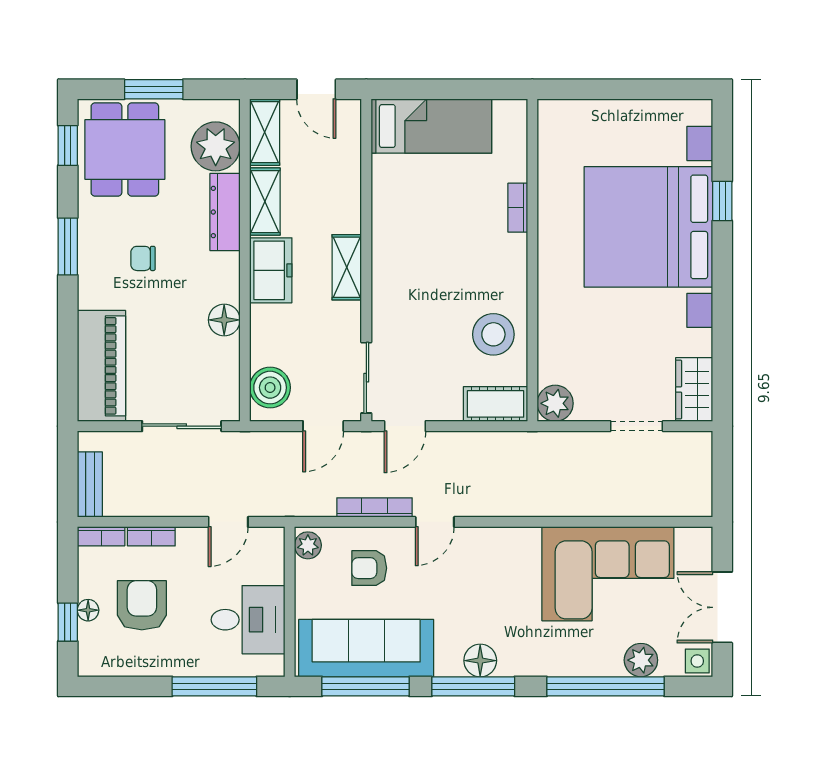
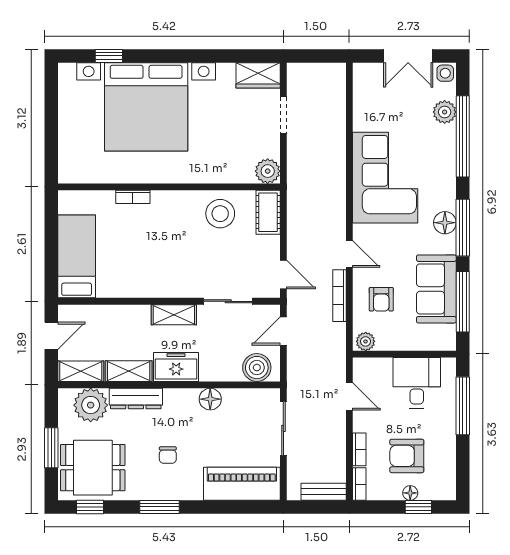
window: (722, 201) -> (109, 56), moved
sliding door: (366, 378) -> (228, 301), moved
door: (323, 426) -> (283, 331), swing flipped
corner sofa: (608, 574) -> (385, 178), moved
sofa: (366, 648) -> (436, 289), width x0.73

